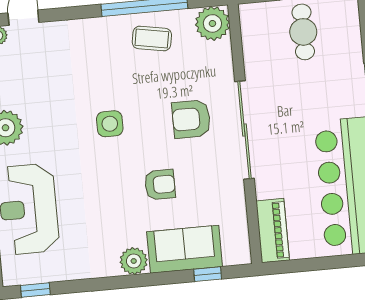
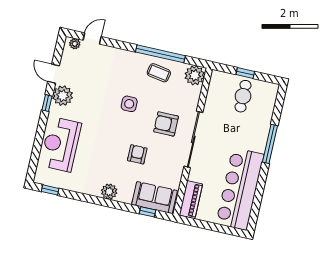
side table: (110, 124) -> (129, 104), moved
armchair: (160, 185) -> (137, 154), turned -90
sofa: (185, 249) -> (155, 198), moved

